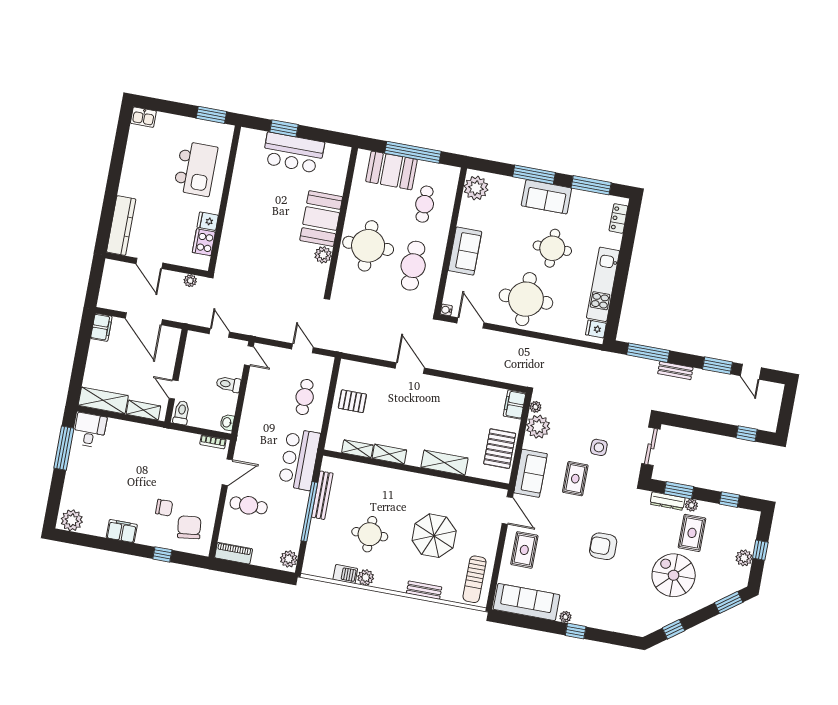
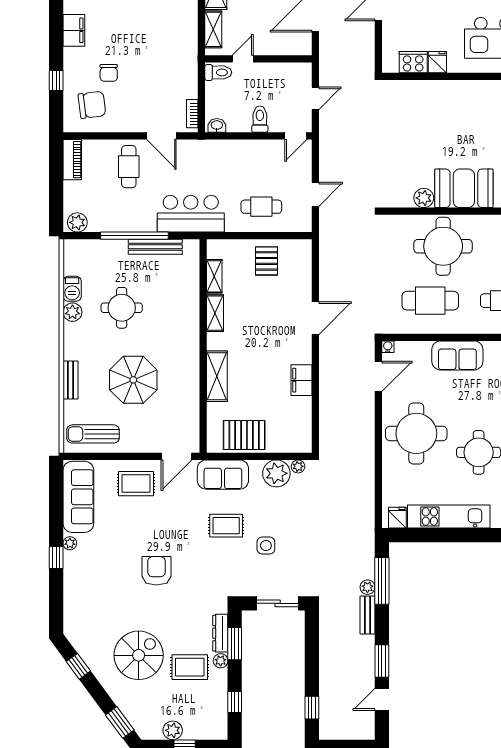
plant: (190, 281) -> (367, 587), moved
filing cabinet: (515, 404) -> (301, 380), moved, turned -90

